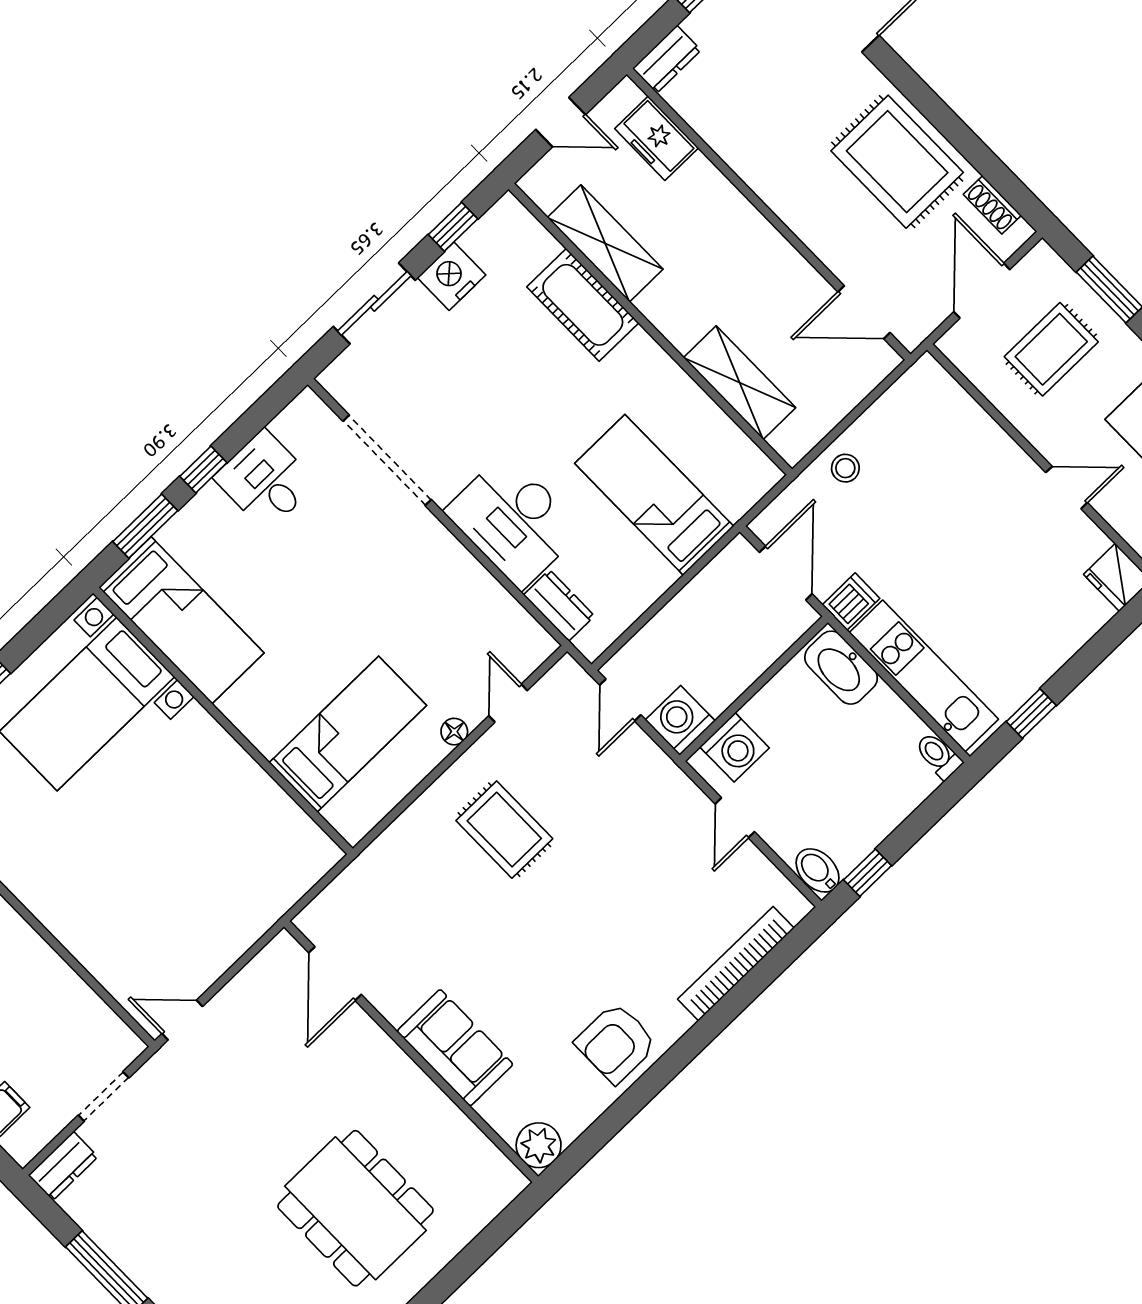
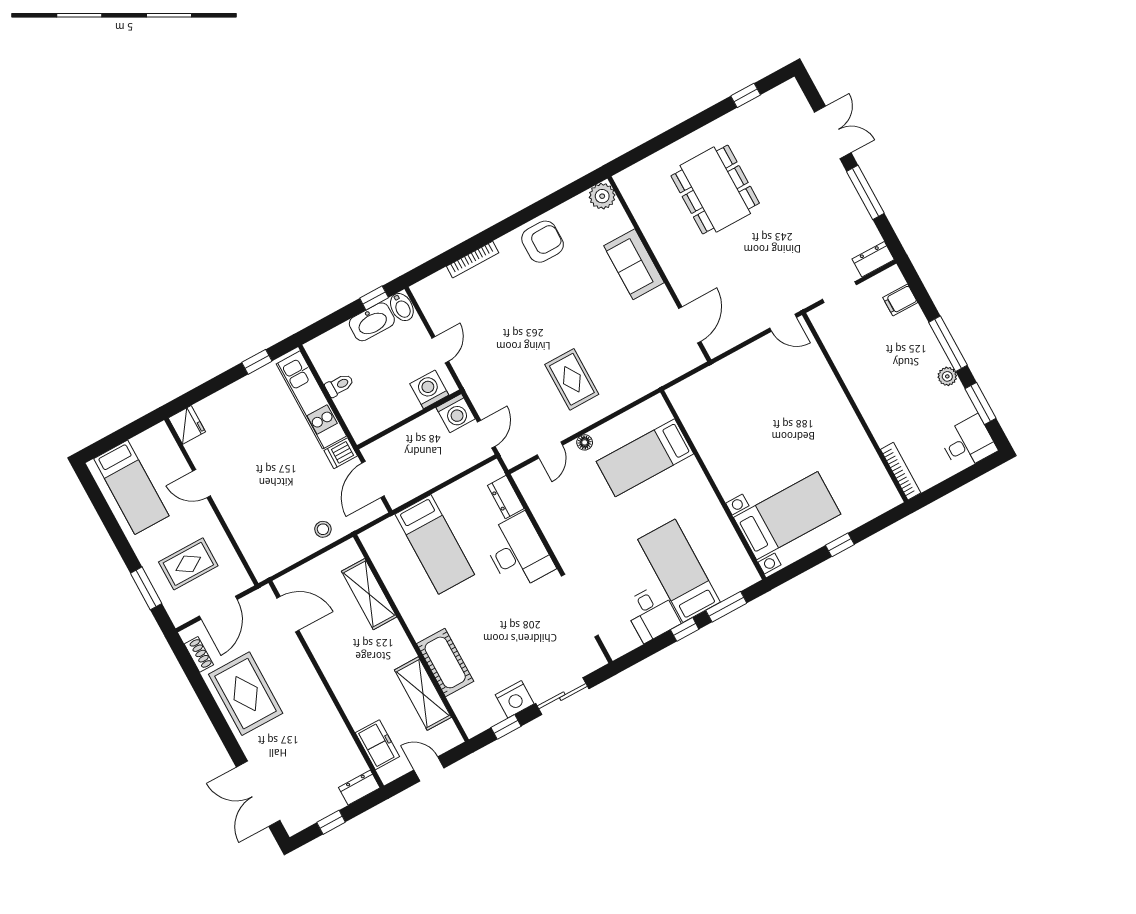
bed: (181, 620) -> (679, 571), moved
washbasin: (841, 668) -> (372, 322), moved, turned 90
toilet: (938, 756) -> (339, 385), moved, turned -90
bookcase: (736, 964) -> (473, 260), width x0.68, depth x0.76

